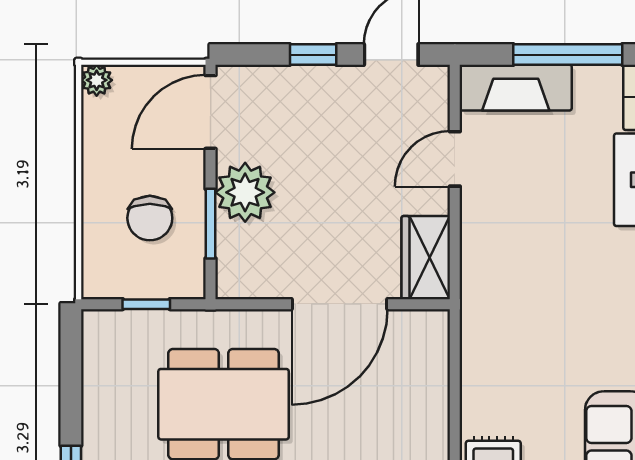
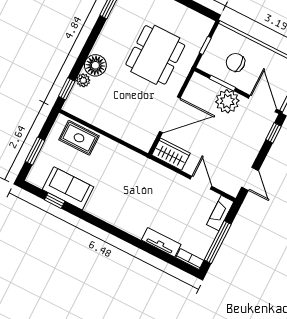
window: (313, 55) -> (274, 133), moved
fireplace: (516, 88) -> (220, 213), width x0.73, depth x0.76
door: (339, 304) -> (170, 115), swing flipped

